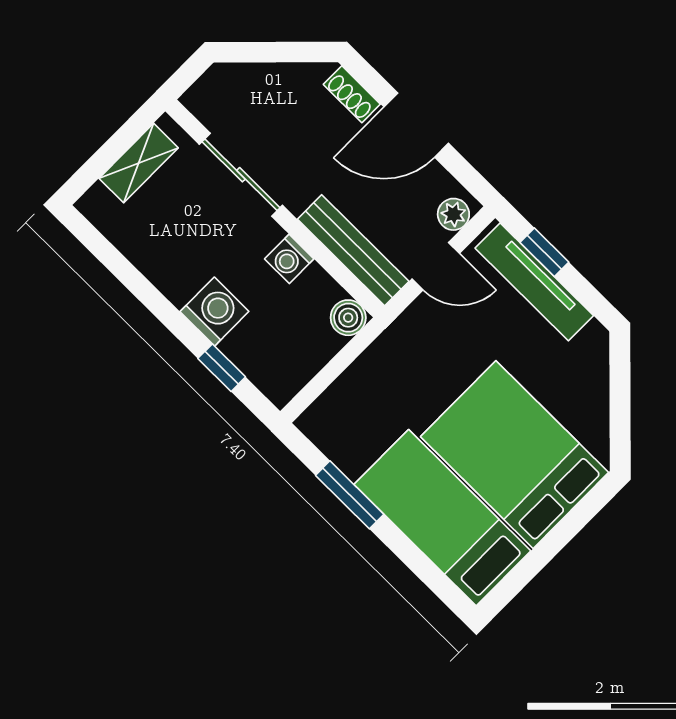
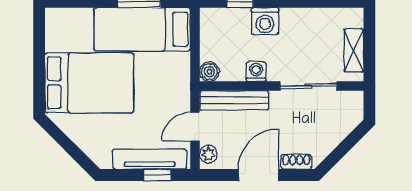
bed: (442, 518) -> (142, 29), moved, turned 180

